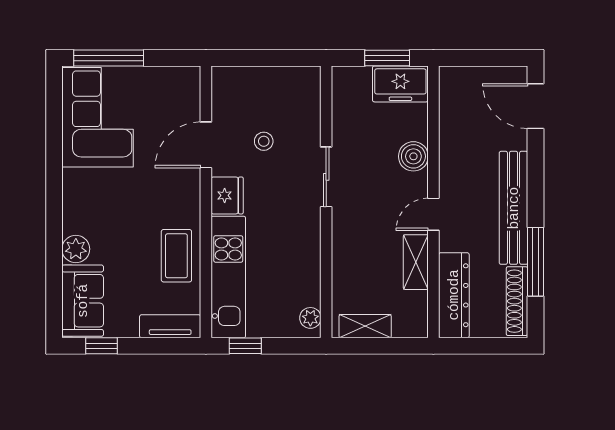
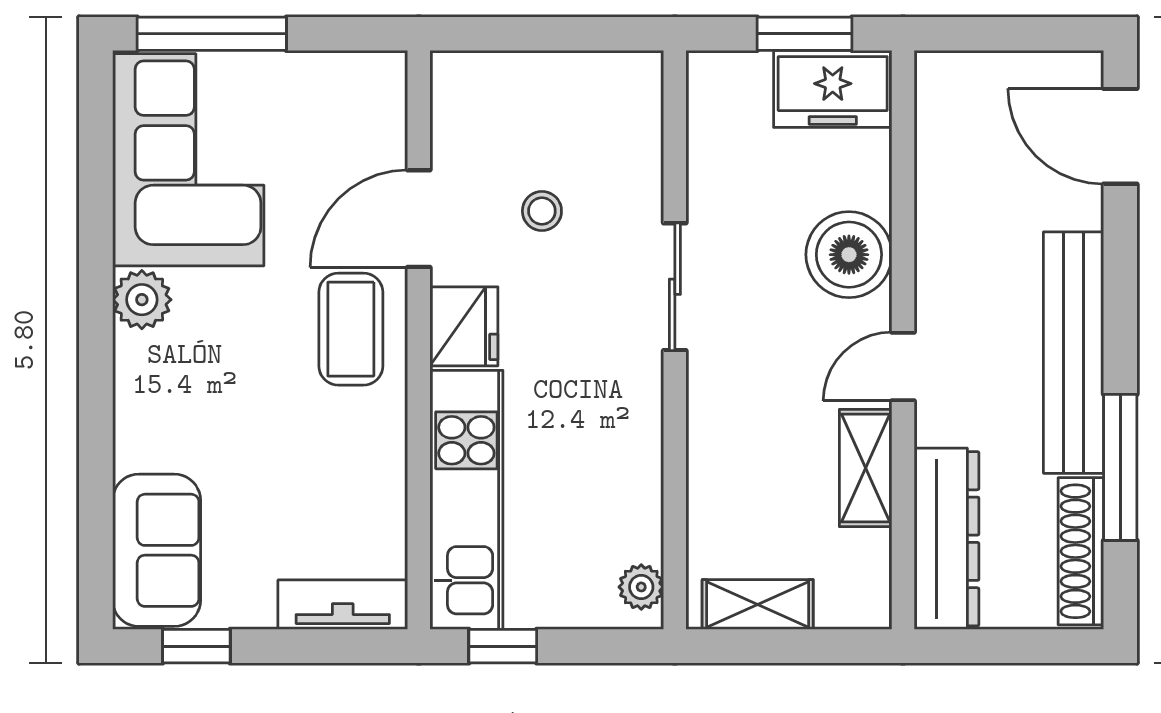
boiler: (413, 156) -> (849, 255), width x1.37, depth x1.37
plant: (76, 249) -> (142, 300), moved
coffee table: (176, 256) -> (351, 329), moved

